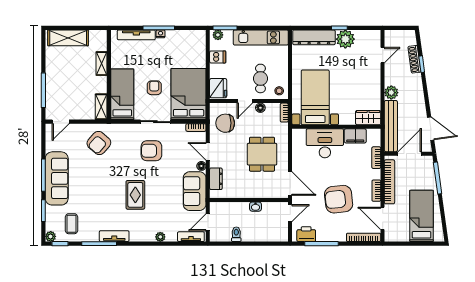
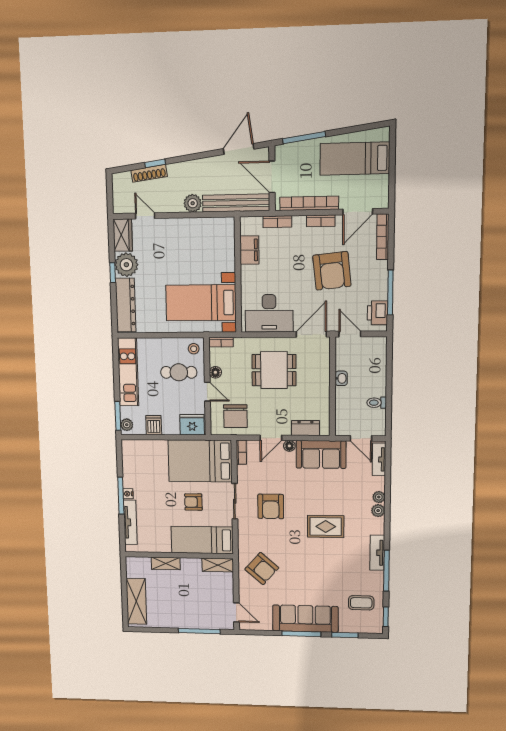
wardrobe: (368, 118) -> (123, 235), moved, turned 180
desk: (325, 143) -> (269, 313), moved, turned -90
plant: (51, 236) -> (378, 511), moved

